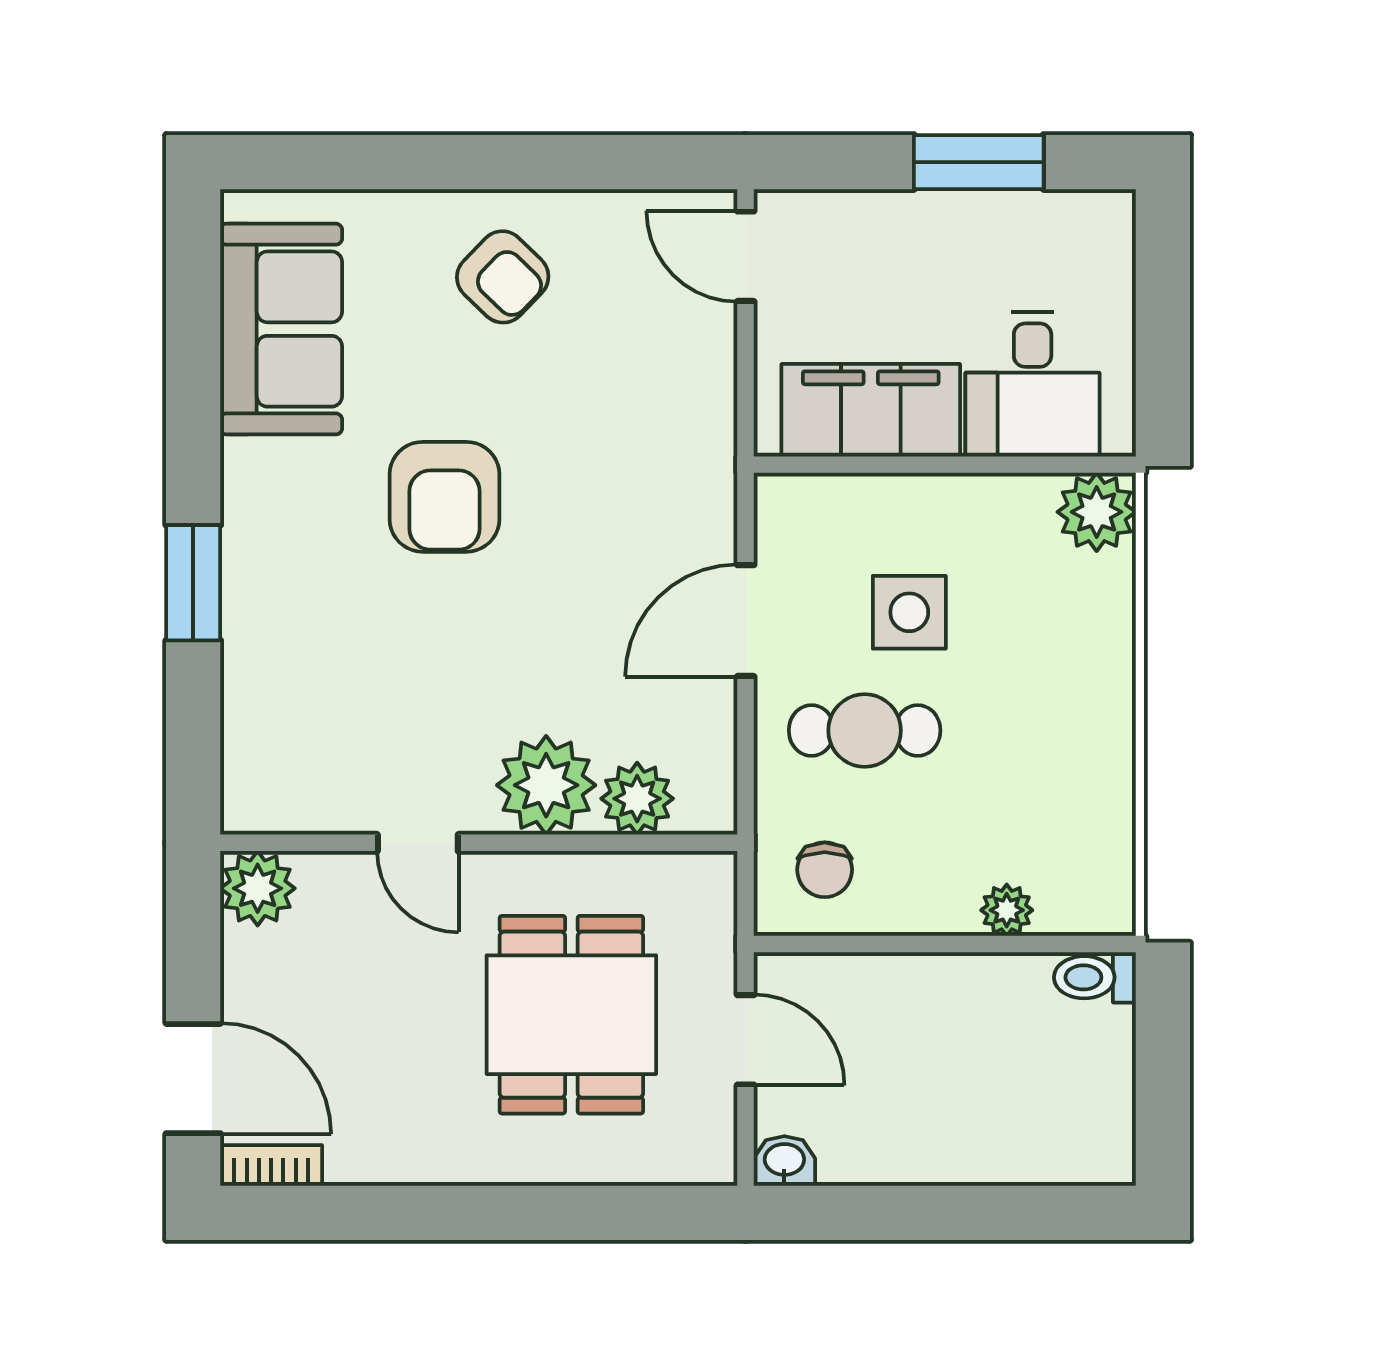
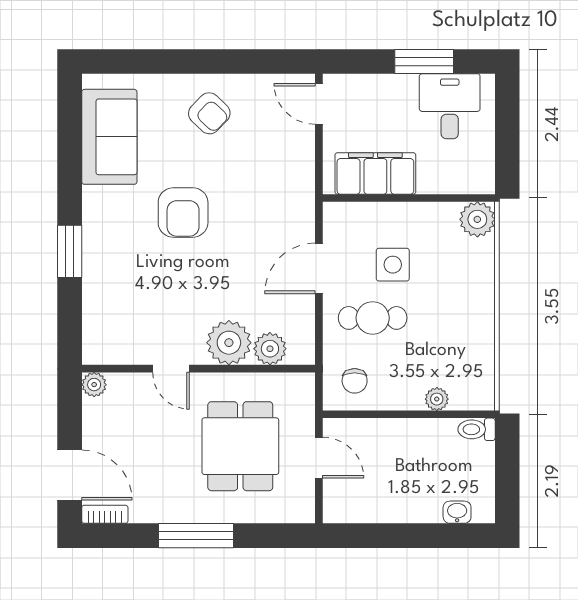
desk: (1033, 384) -> (450, 106), moved, turned 180
plant: (258, 888) -> (94, 385), width x0.73, depth x0.73
washbasin: (784, 1161) -> (457, 512), moved
window: (473, 1213) -> (196, 536), added

